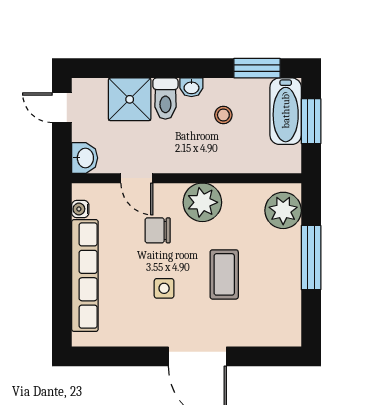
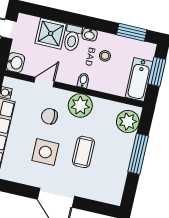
bathtub: (286, 111) -> (139, 79), moved
bidet: (198, 162) -> (83, 80), added
door: (137, 178) -> (44, 82), swing flipped
side table: (164, 288) -> (45, 152), width x1.87, depth x1.87

